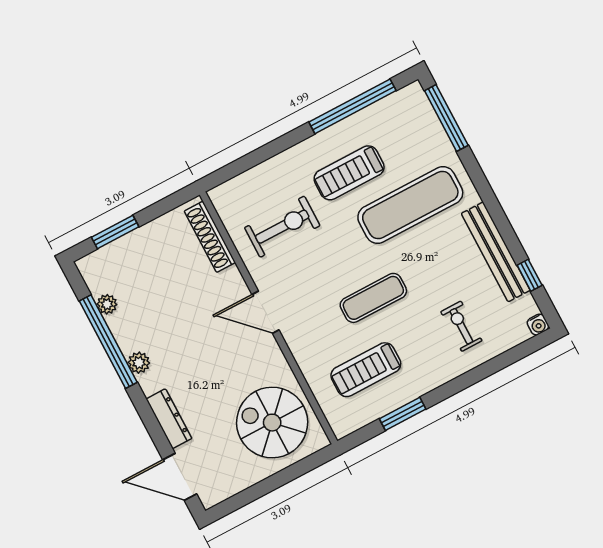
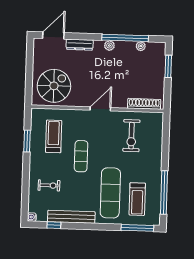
treadmill: (349, 173) -> (137, 199), moved, turned 180

